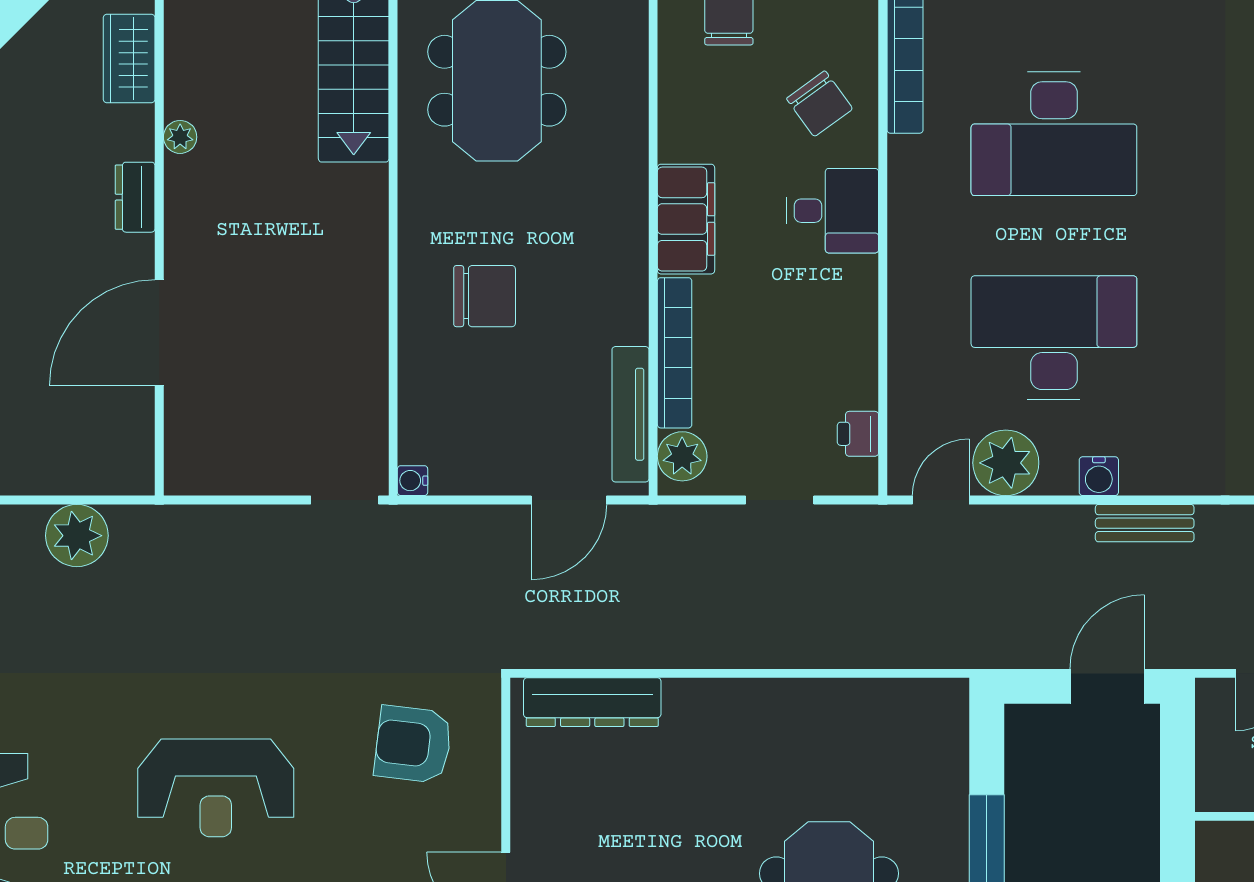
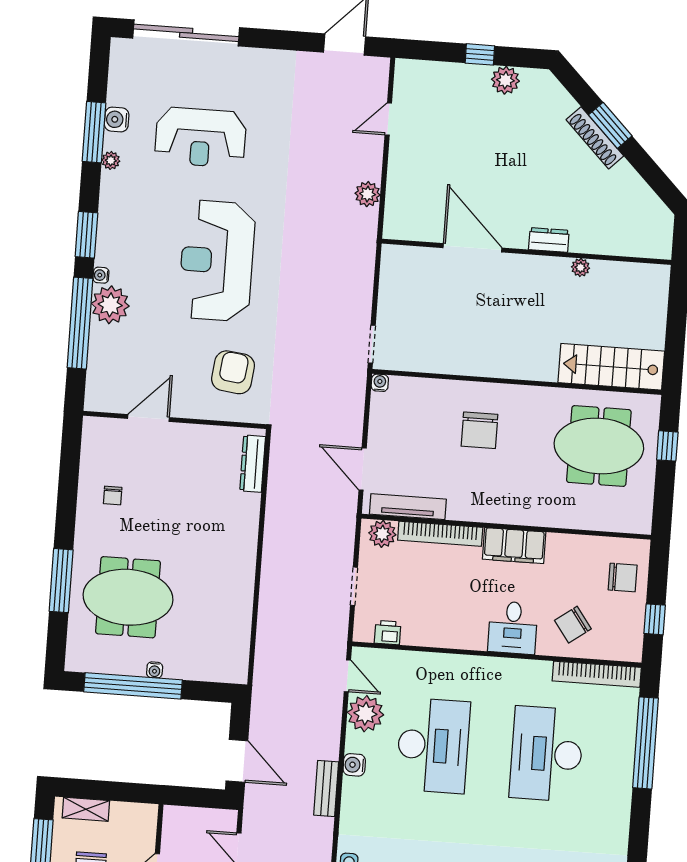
wardrobe: (129, 58) -> (626, 242), removed
plant: (77, 536) -> (368, 194), width x0.73, depth x0.73
dresser: (592, 702) -> (253, 464), width x0.73, depth x0.80
reception desk: (216, 788) -> (217, 261), width x1.36, depth x1.30
water cooler: (956, 845) -> (155, 670), added

